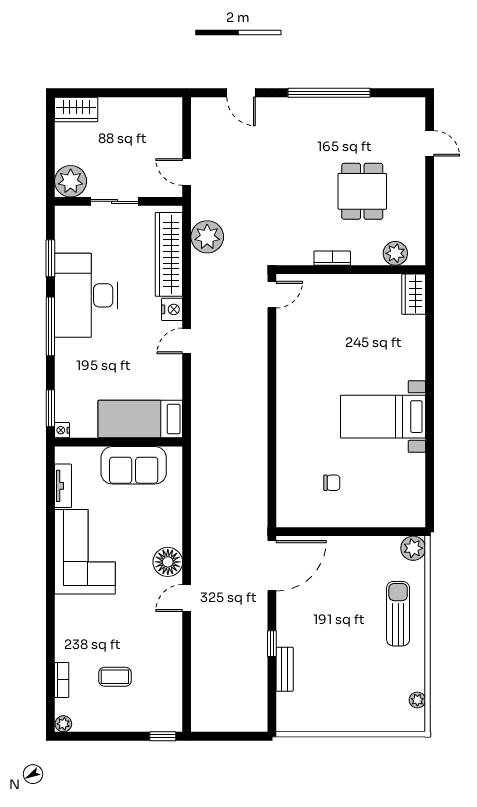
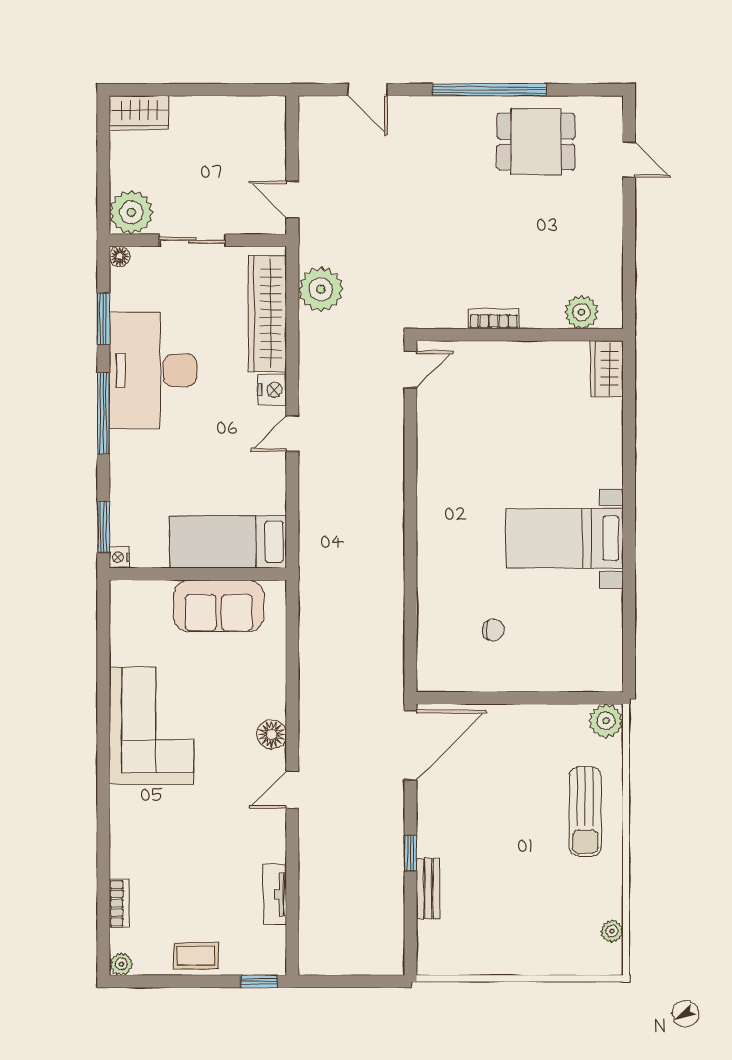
dining table: (362, 191) -> (536, 142), moved, turned 90
floor lamp: (62, 213) -> (120, 256), added
tv unit: (63, 486) -> (275, 895), moved, turned 180
floor lamp: (168, 562) -> (272, 734), width x0.73, depth x0.73
sun lounger: (398, 614) -> (585, 812), turned 180
coffee table: (115, 677) -> (196, 956), moved

